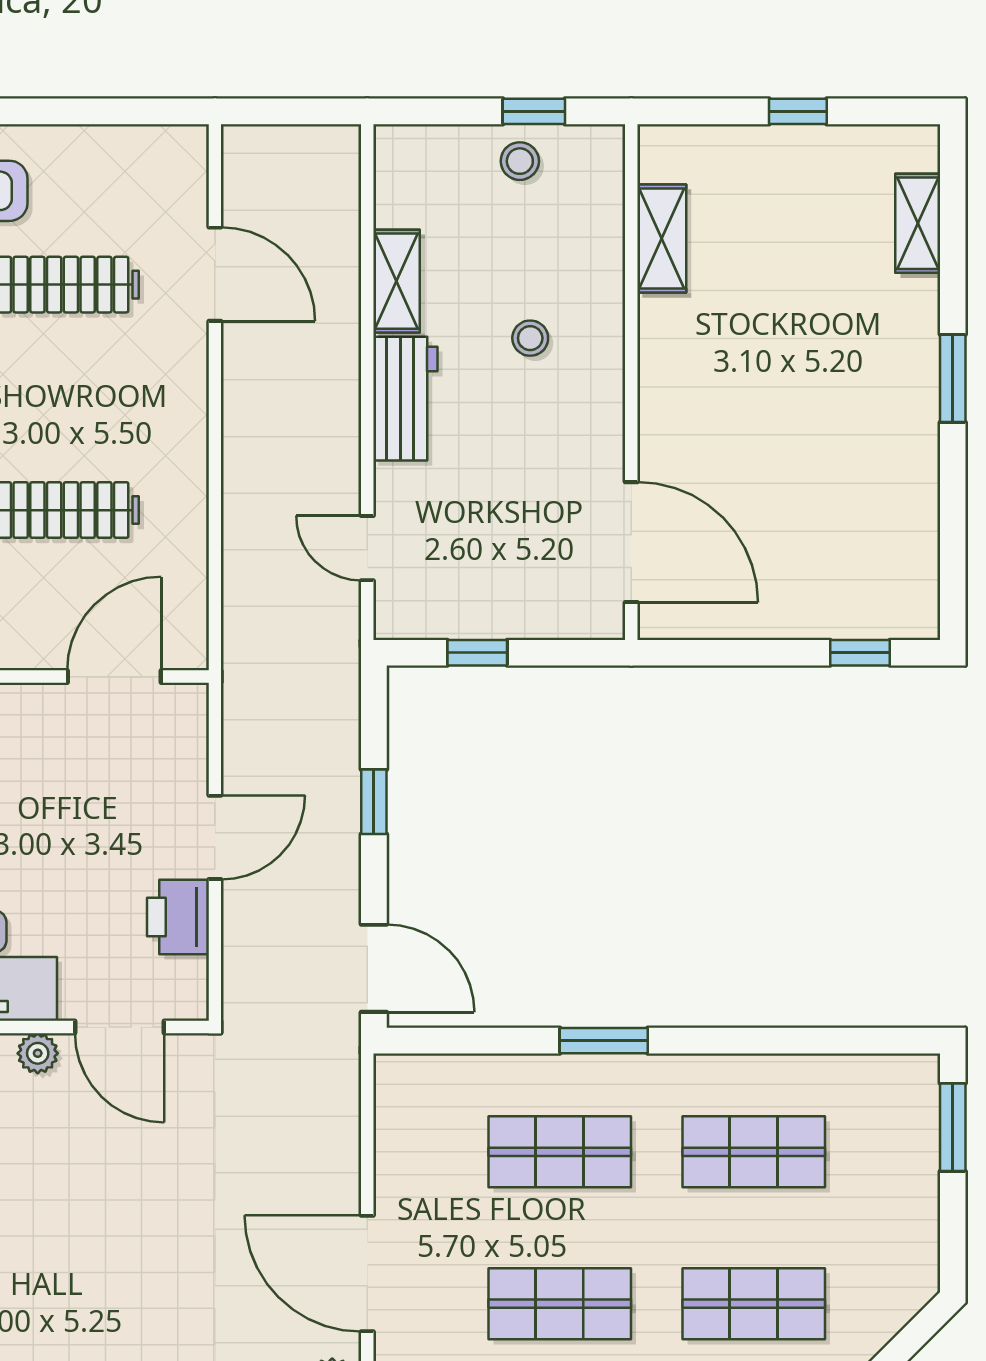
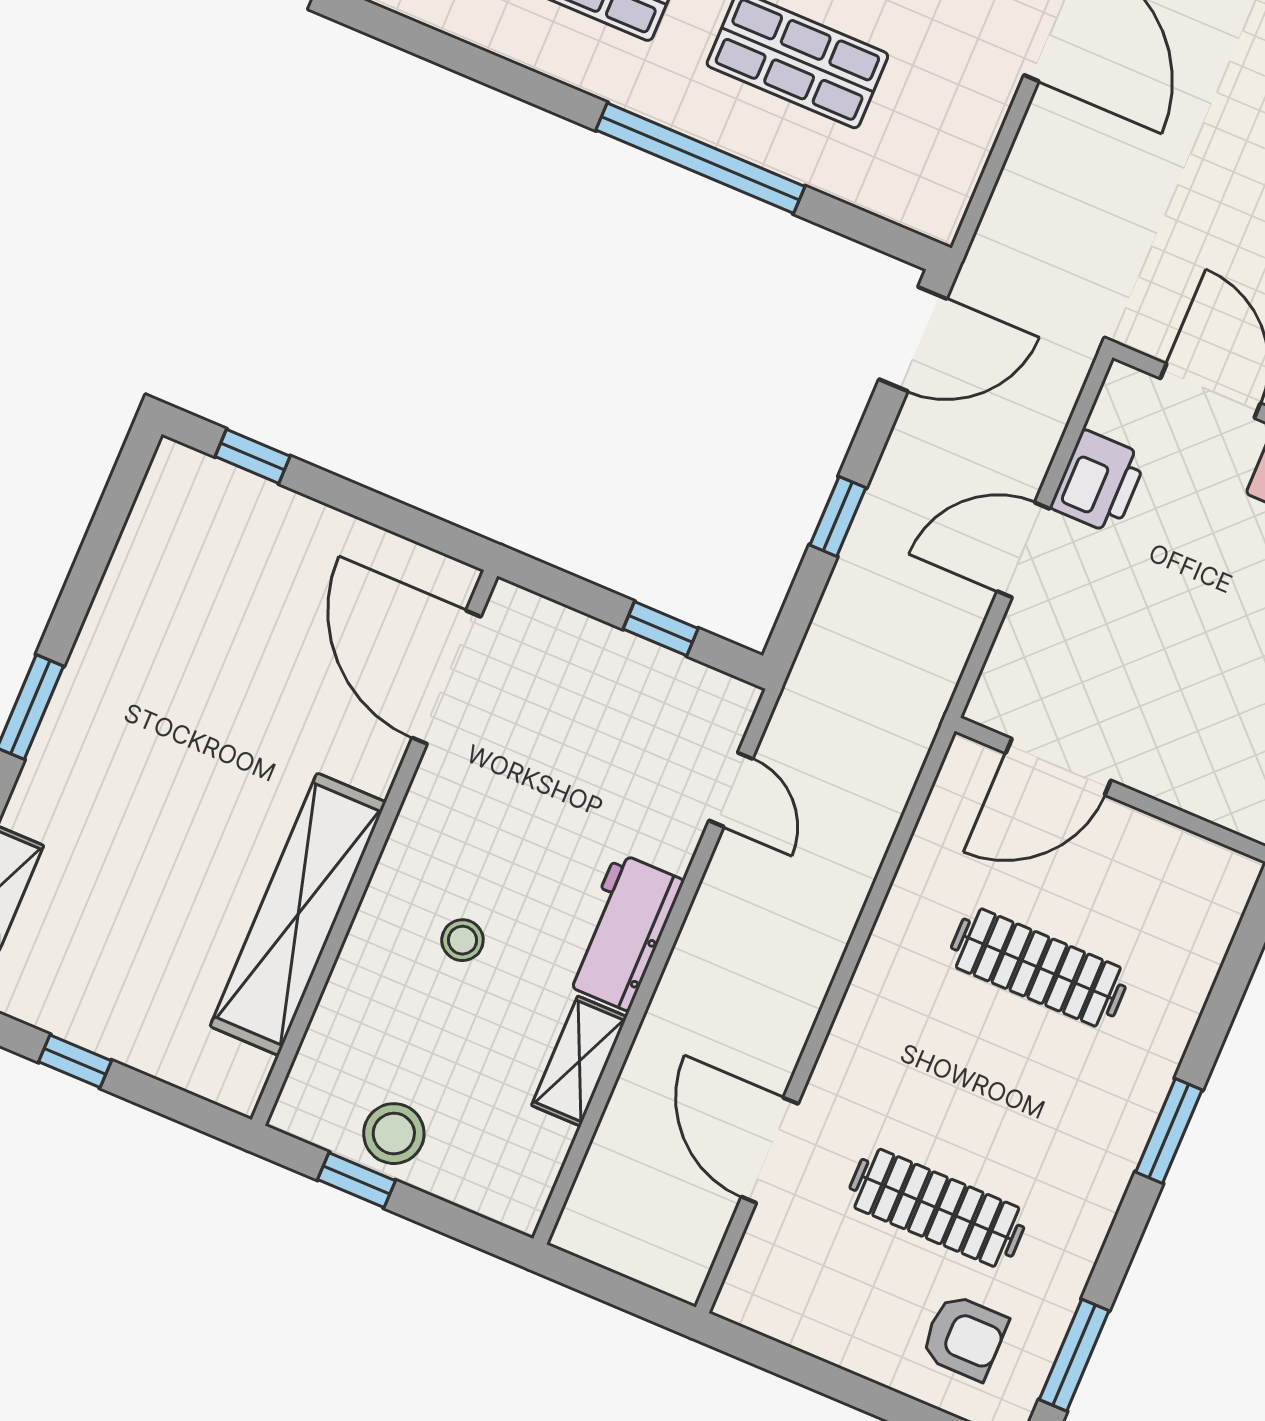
stool: (520, 161) -> (394, 1134), width x1.37, depth x1.37
shelving: (662, 238) -> (298, 914), width x2.20, depth x1.33
door: (374, 968) -> (913, 339), swing flipped
window: (604, 1041) -> (700, 158), width x2.11

